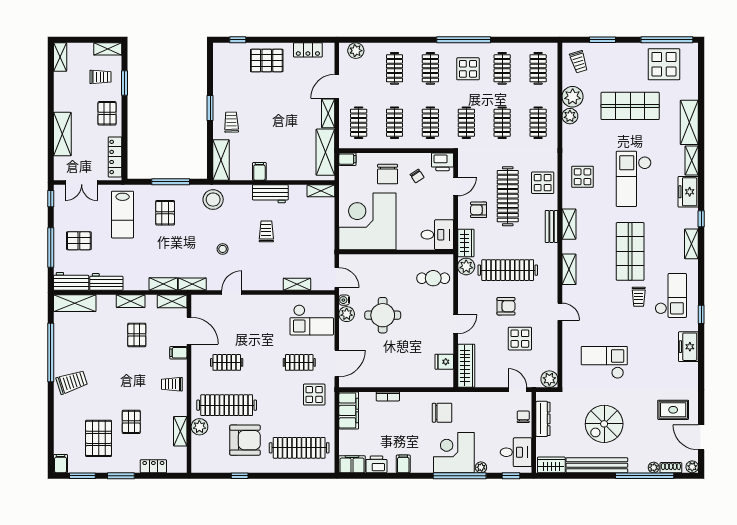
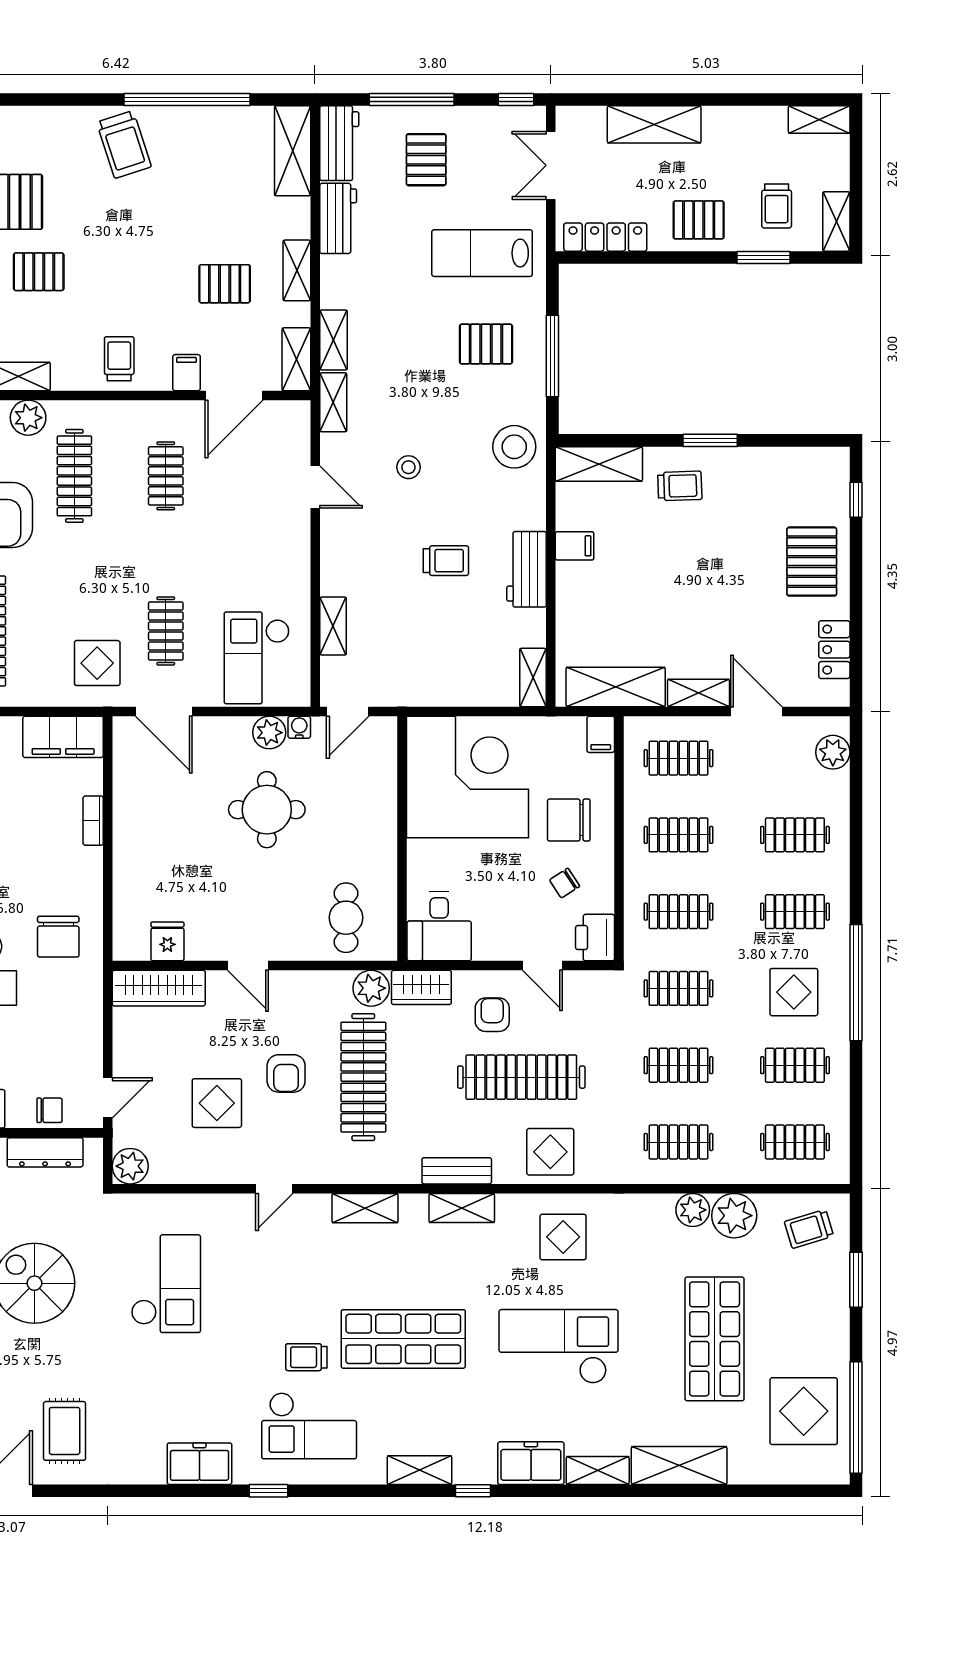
clothes rail: (227, 405) -> (74, 476), width x0.73, depth x0.76

